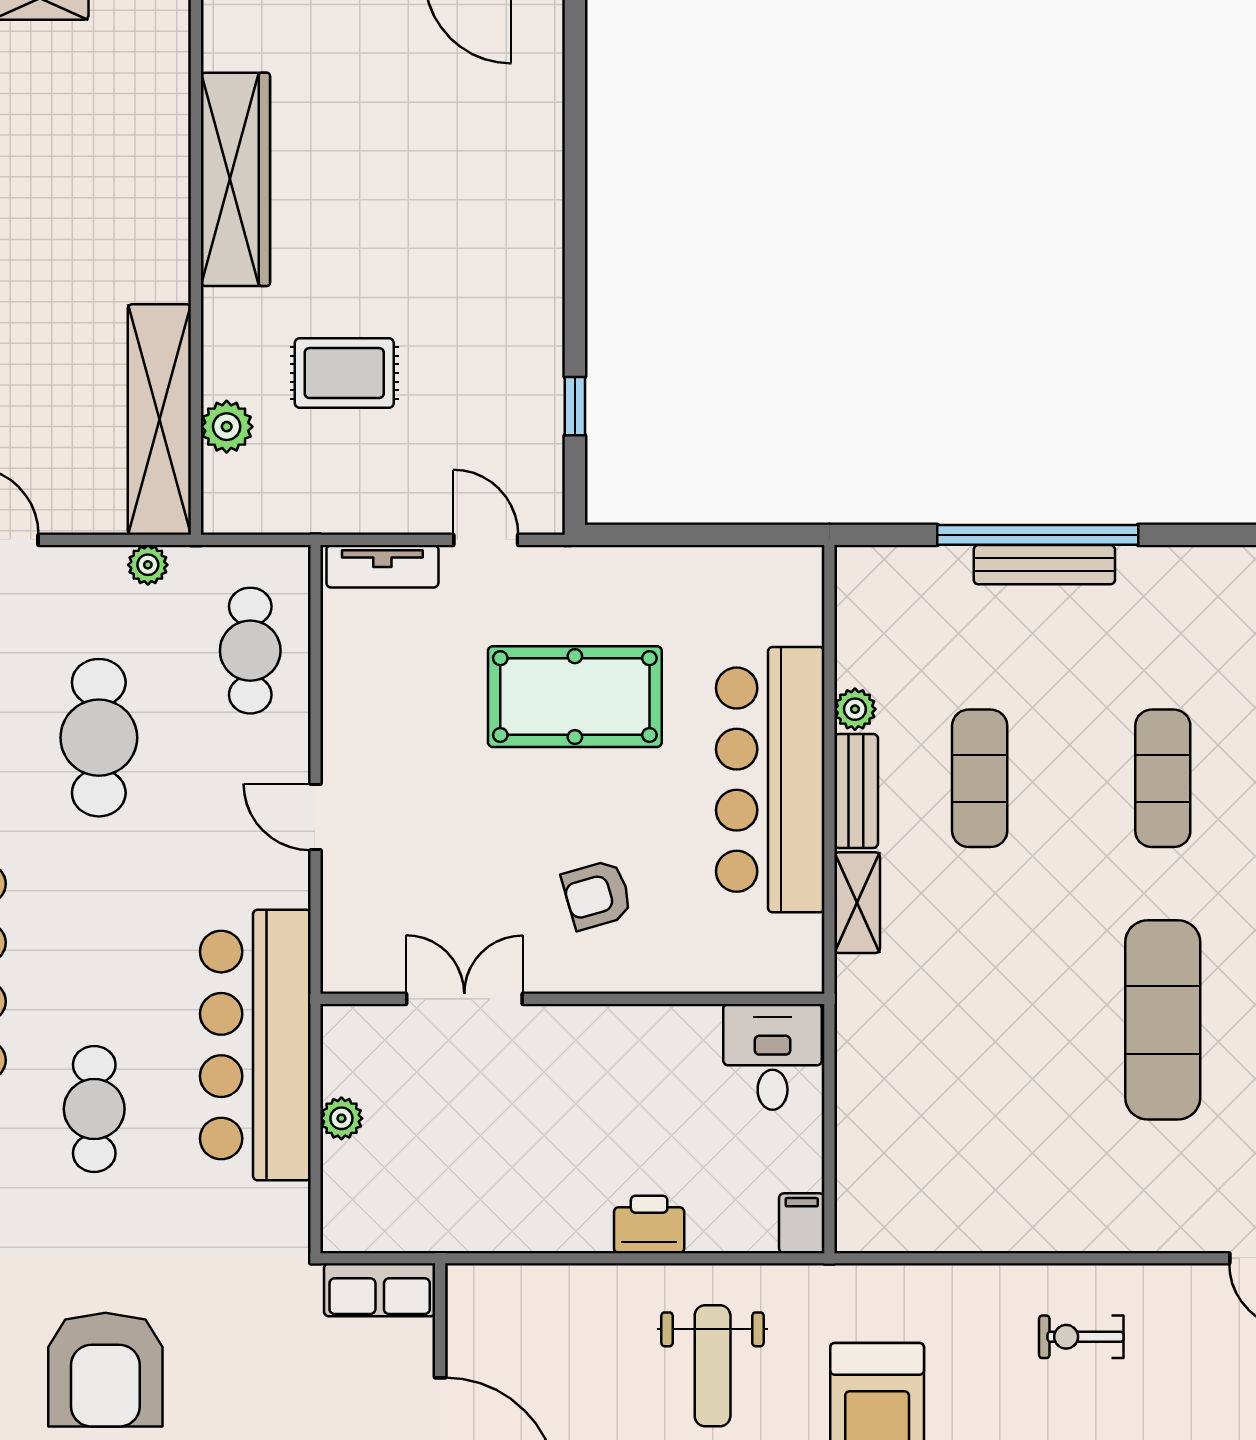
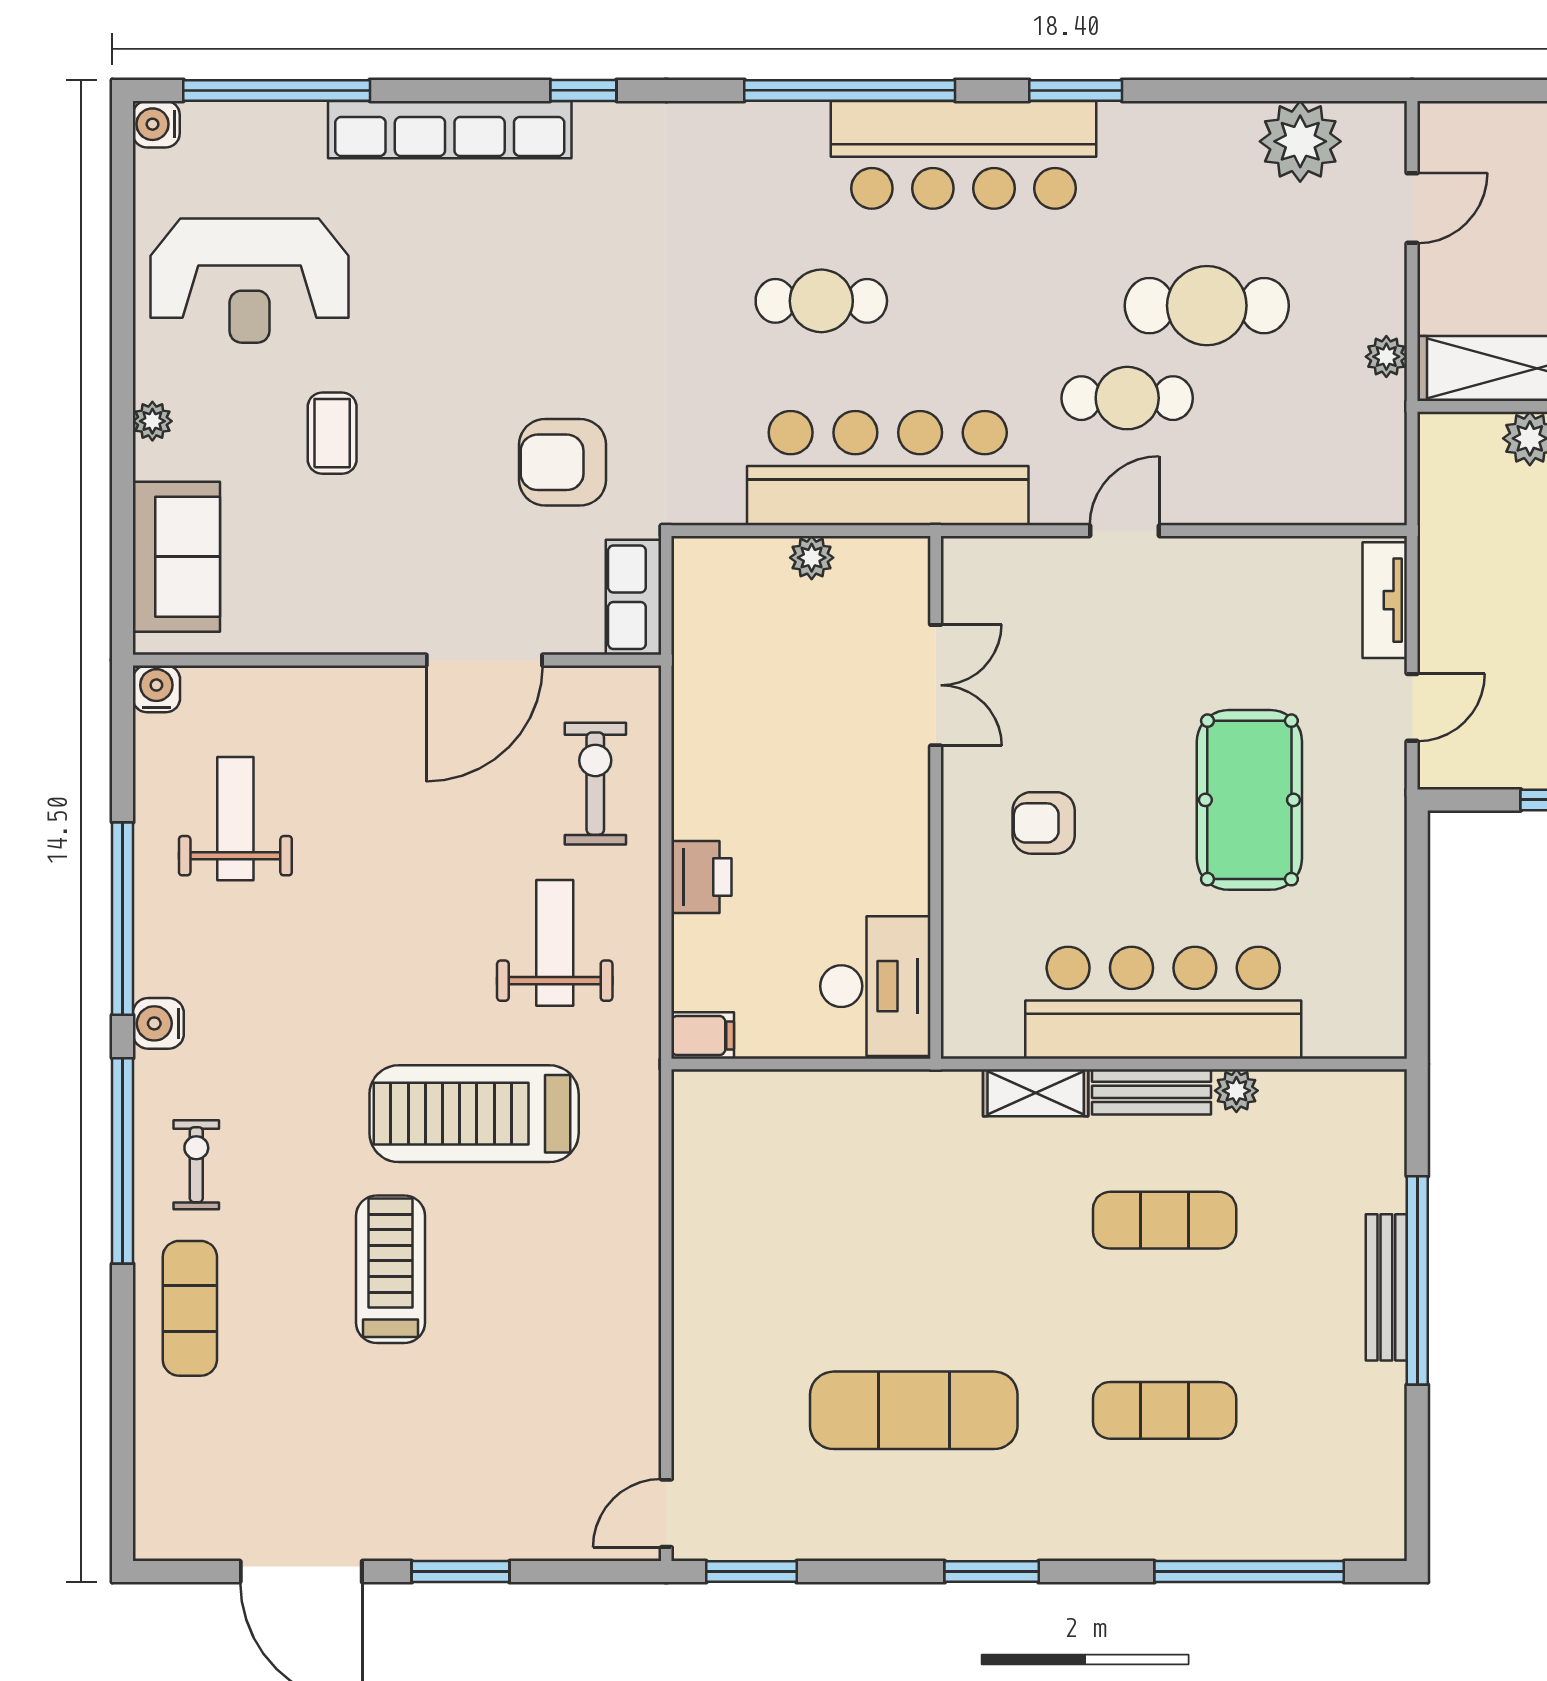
cafe table: (250, 651) -> (1127, 398), moved
armchair: (597, 895) -> (1044, 823), turned -74
desk: (773, 1057) -> (875, 986), width x1.37
exercise bike: (1081, 1337) -> (595, 784), moved, width x1.38, depth x1.39
weight bench: (713, 1366) -> (555, 943), turned 90
armchair: (105, 1370) -> (563, 462), moved, width x0.73, depth x0.73

